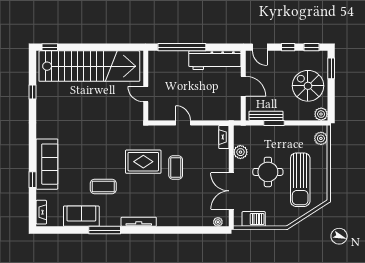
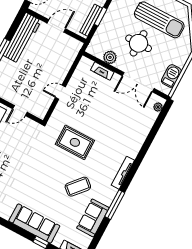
fireplace: (224, 137) -> (102, 71), moved
rug: (143, 162) -> (75, 142), turned 90
coffee table: (176, 167) -> (94, 118), removed
coffee table: (103, 186) -> (78, 187), turned 41

